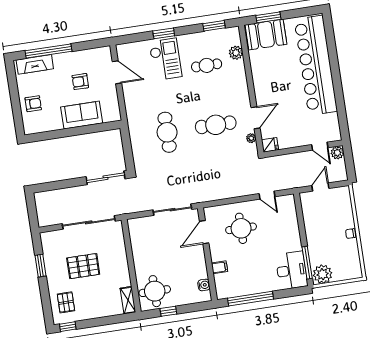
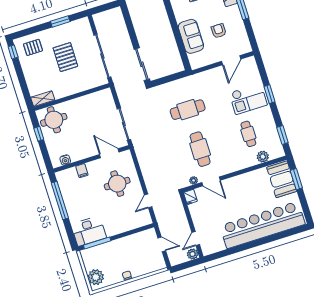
plant: (323, 274) -> (96, 277), moved

